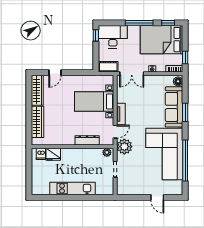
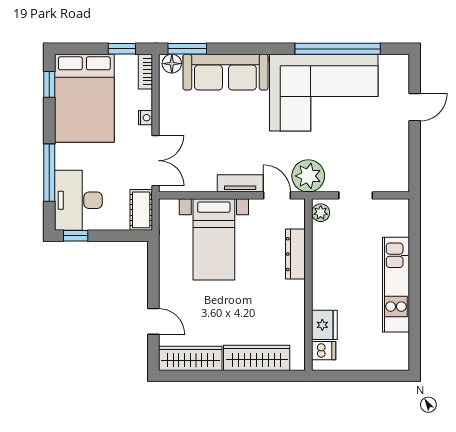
window: (139, 23) -> (49, 173), moved
window: (185, 112) -> (187, 49), moved

